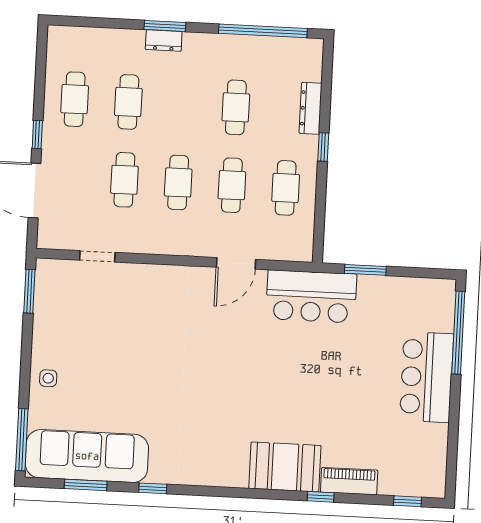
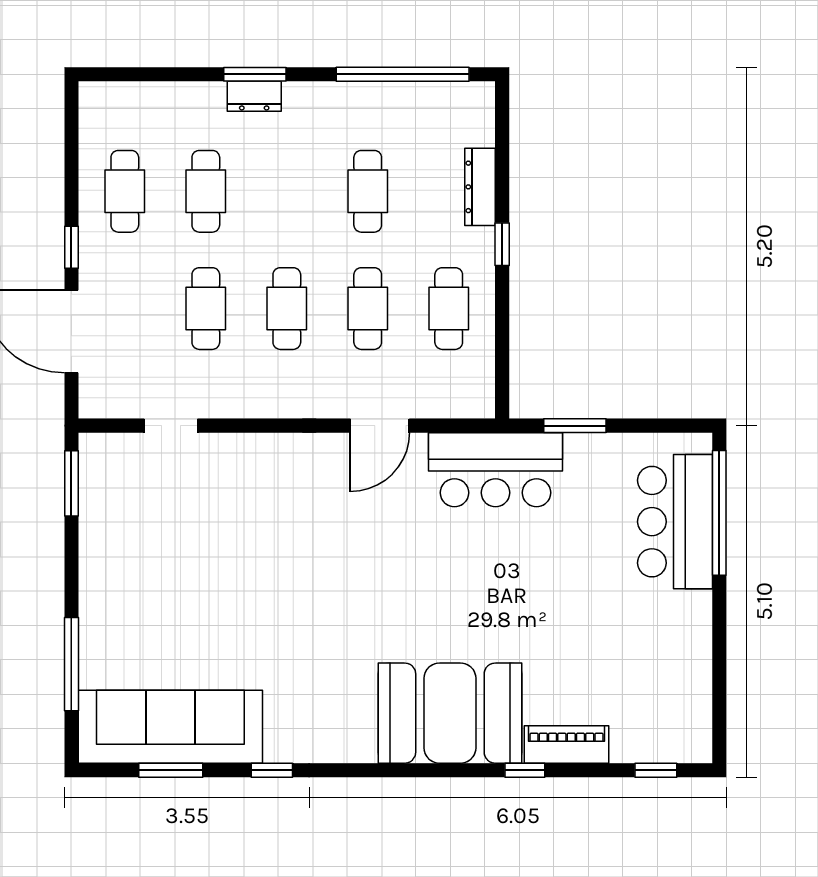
bar counter: (427, 377) -> (675, 522), moved
side table: (48, 378) -> (106, 613), removed
window: (22, 440) -> (71, 664), moved
booth: (285, 467) -> (450, 713), width x1.36, depth x1.42

